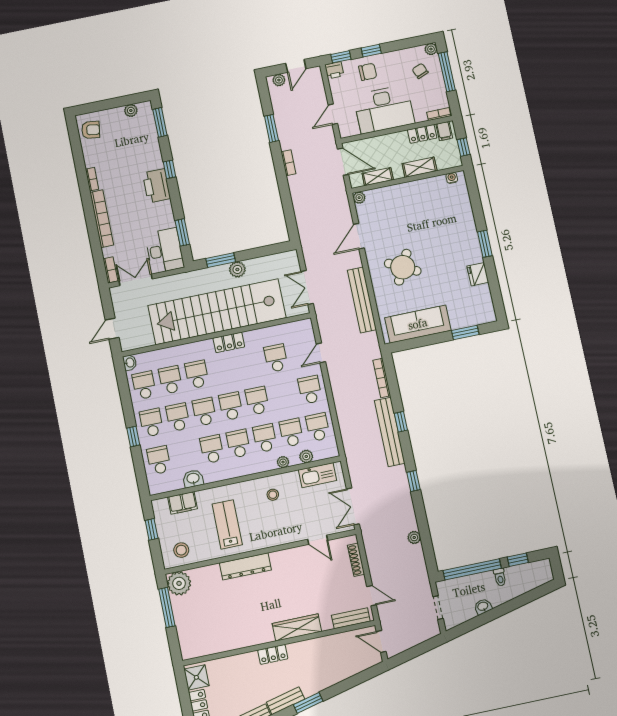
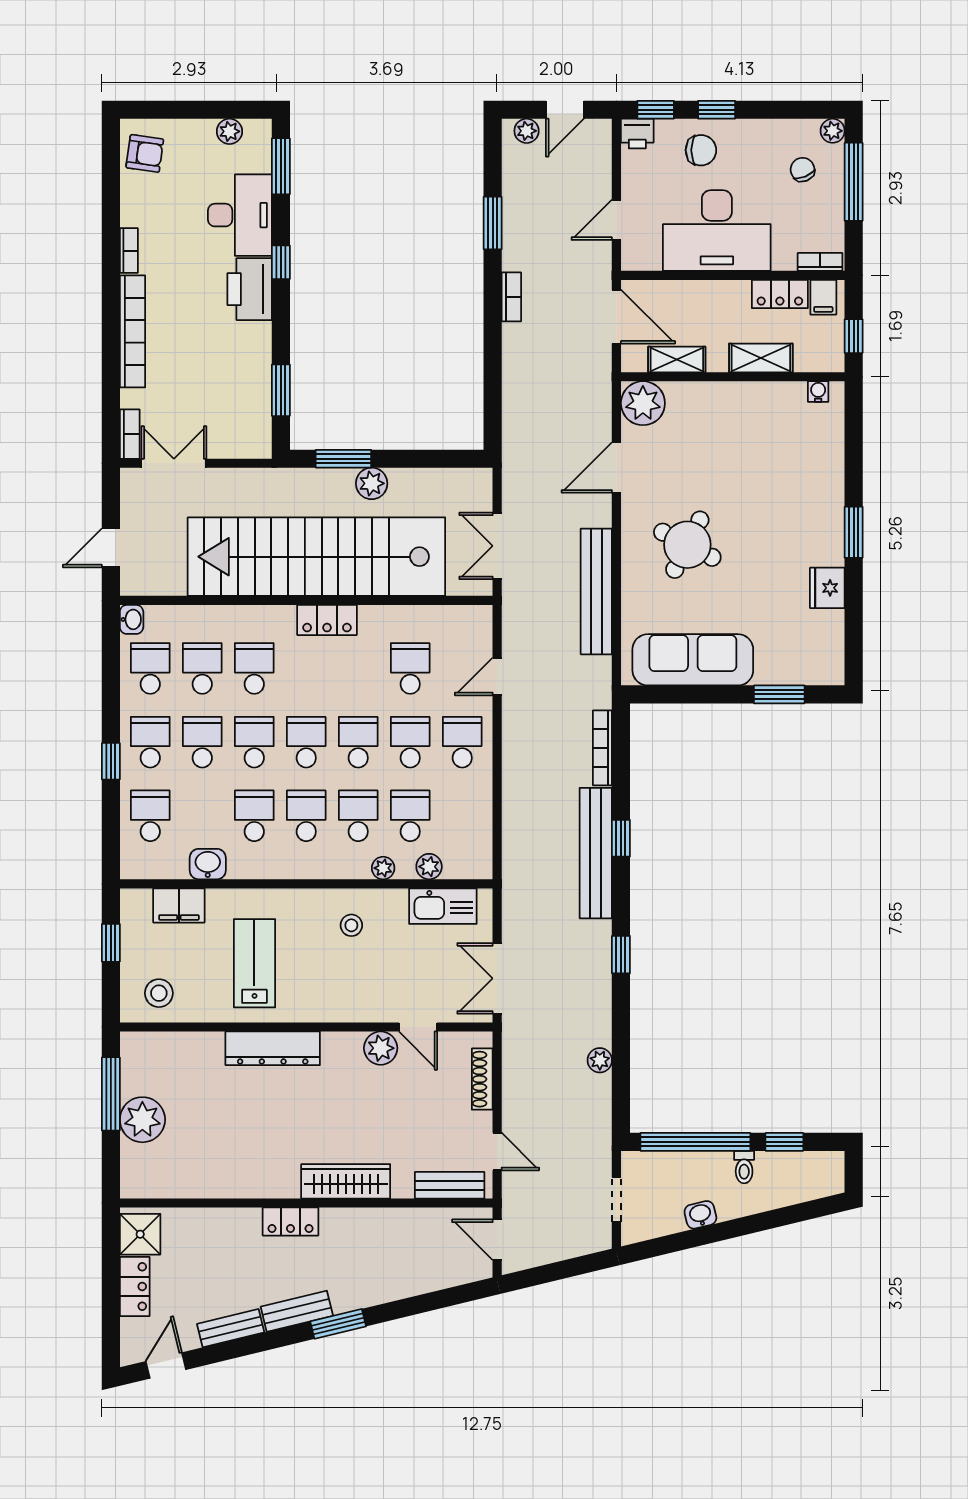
plant: (359, 198) -> (643, 403), width x1.88, depth x1.88
desk: (164, 251) -> (240, 215), moved
school desk: (318, 427) -> (410, 742), moved
plant: (301, 555) -> (381, 1048), added
plant: (179, 583) -> (142, 1120), moved

